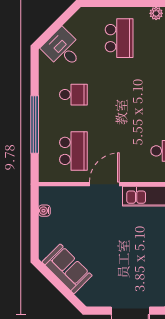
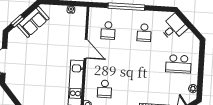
school desk: (73, 151) -> (108, 30), width x0.54
window: (67, 293) -> (17, 21), added

